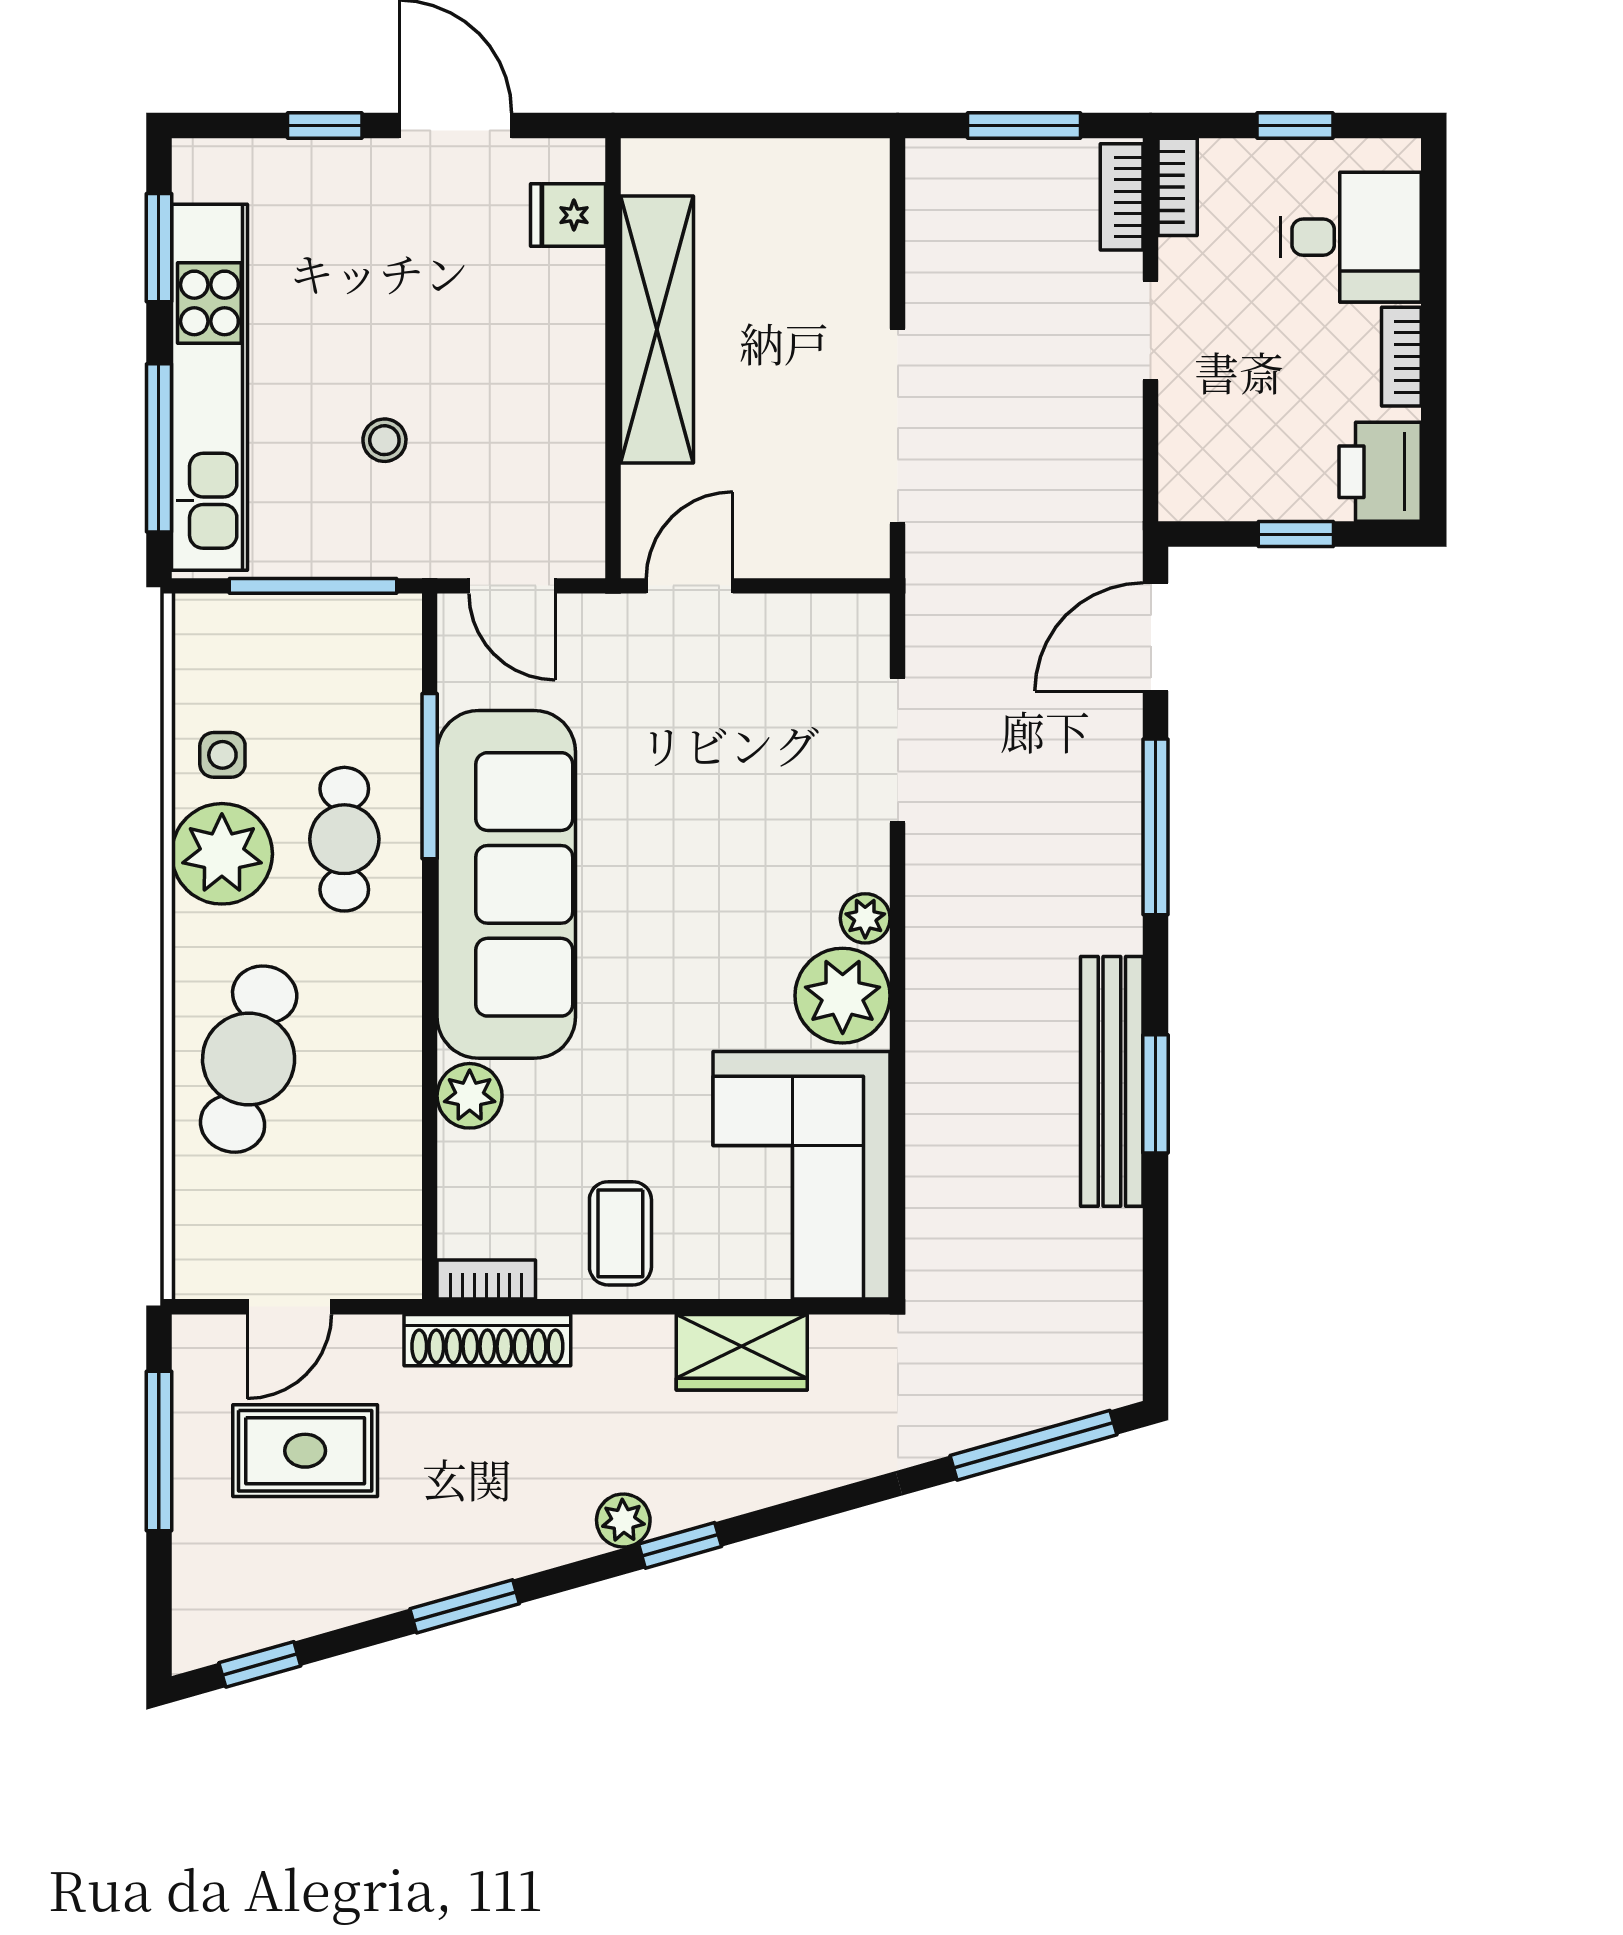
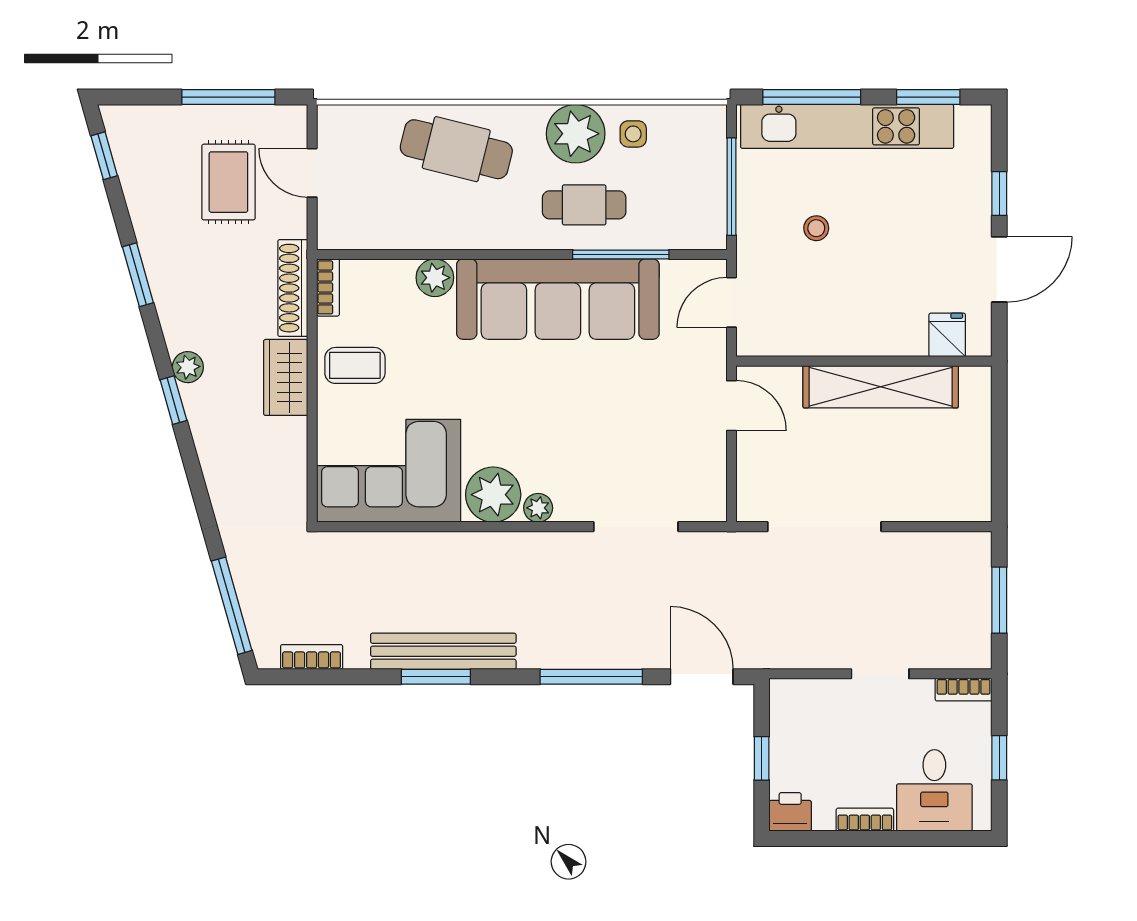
bookcase: (1122, 197) -> (312, 657), moved
printer: (1380, 472) -> (790, 812), width x0.73, depth x0.81
wardrobe: (742, 1352) -> (286, 377), moved

